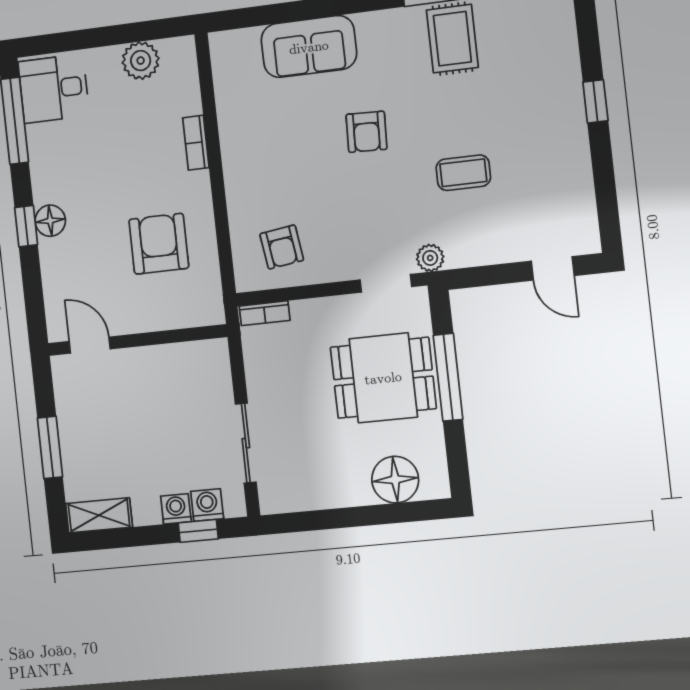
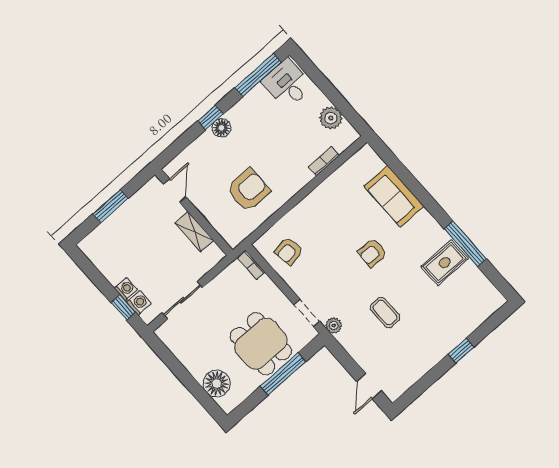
bookcase: (196, 143) -> (324, 161), moved
shelving: (99, 515) -> (194, 232), moved

